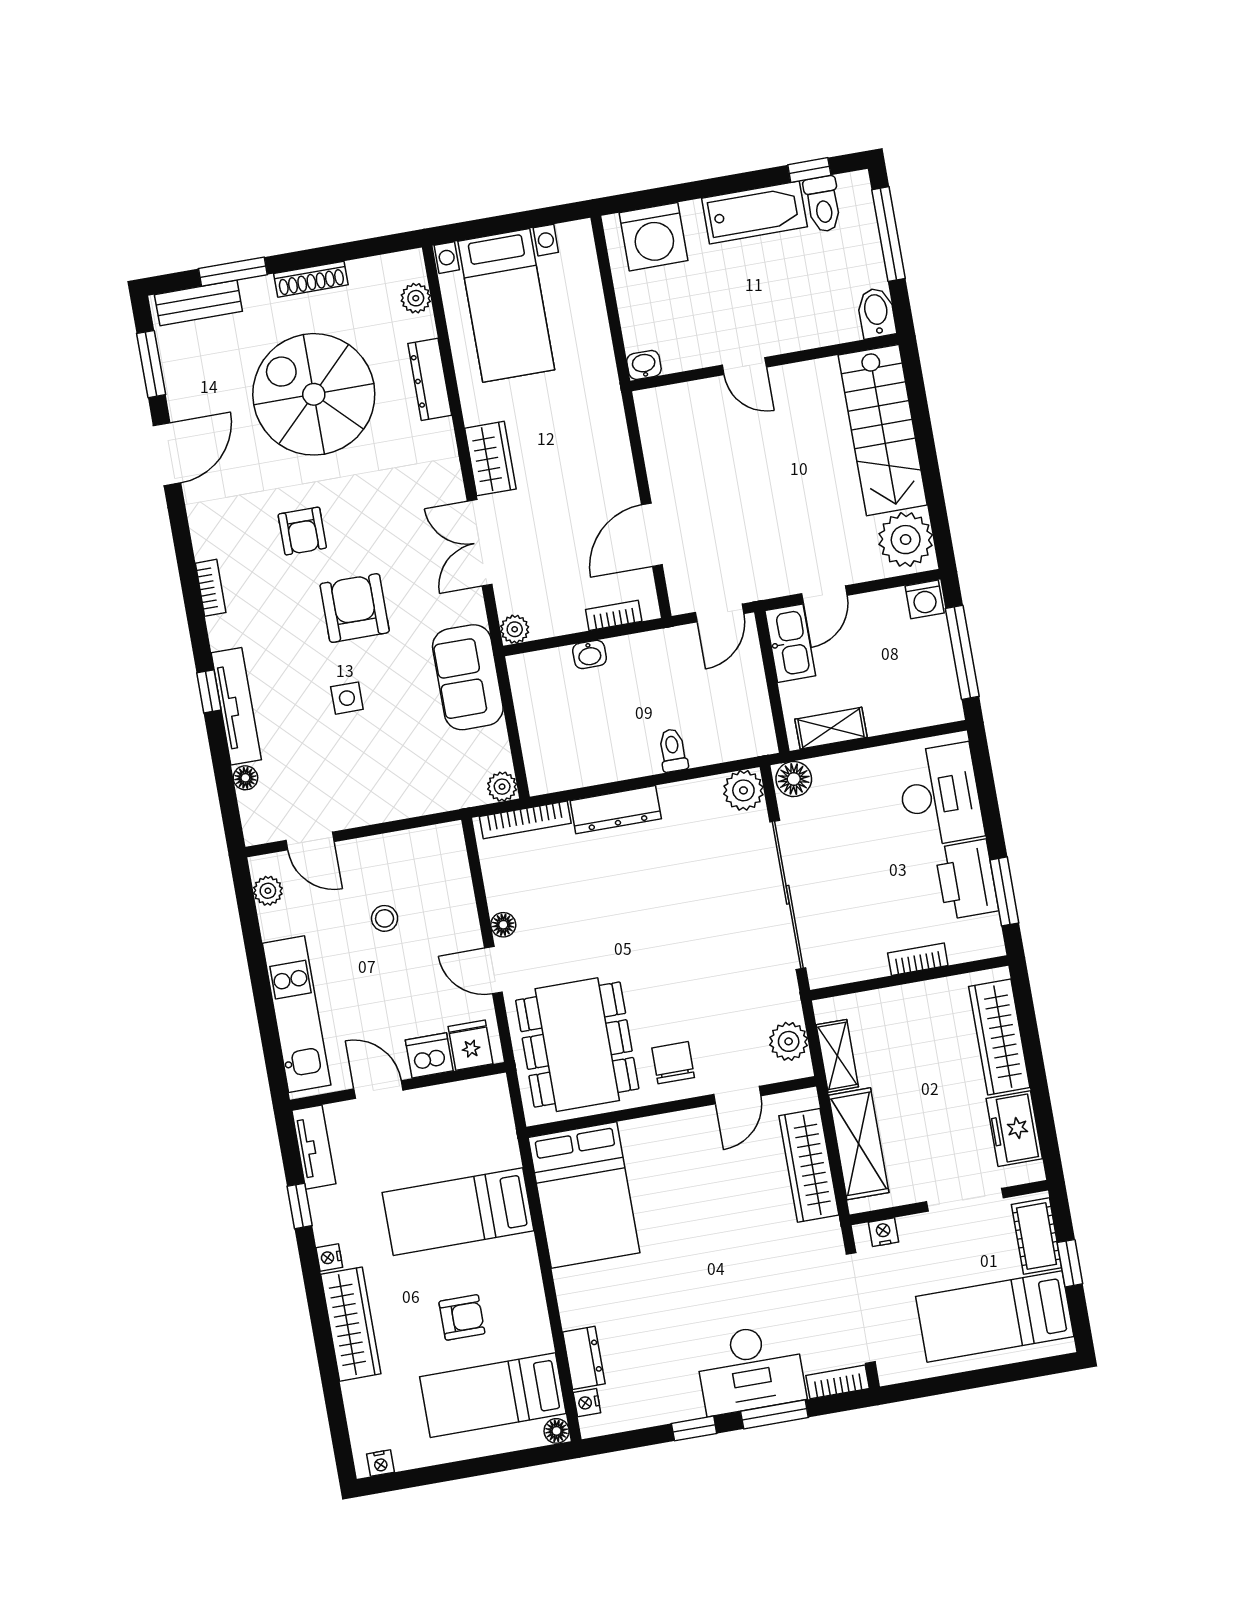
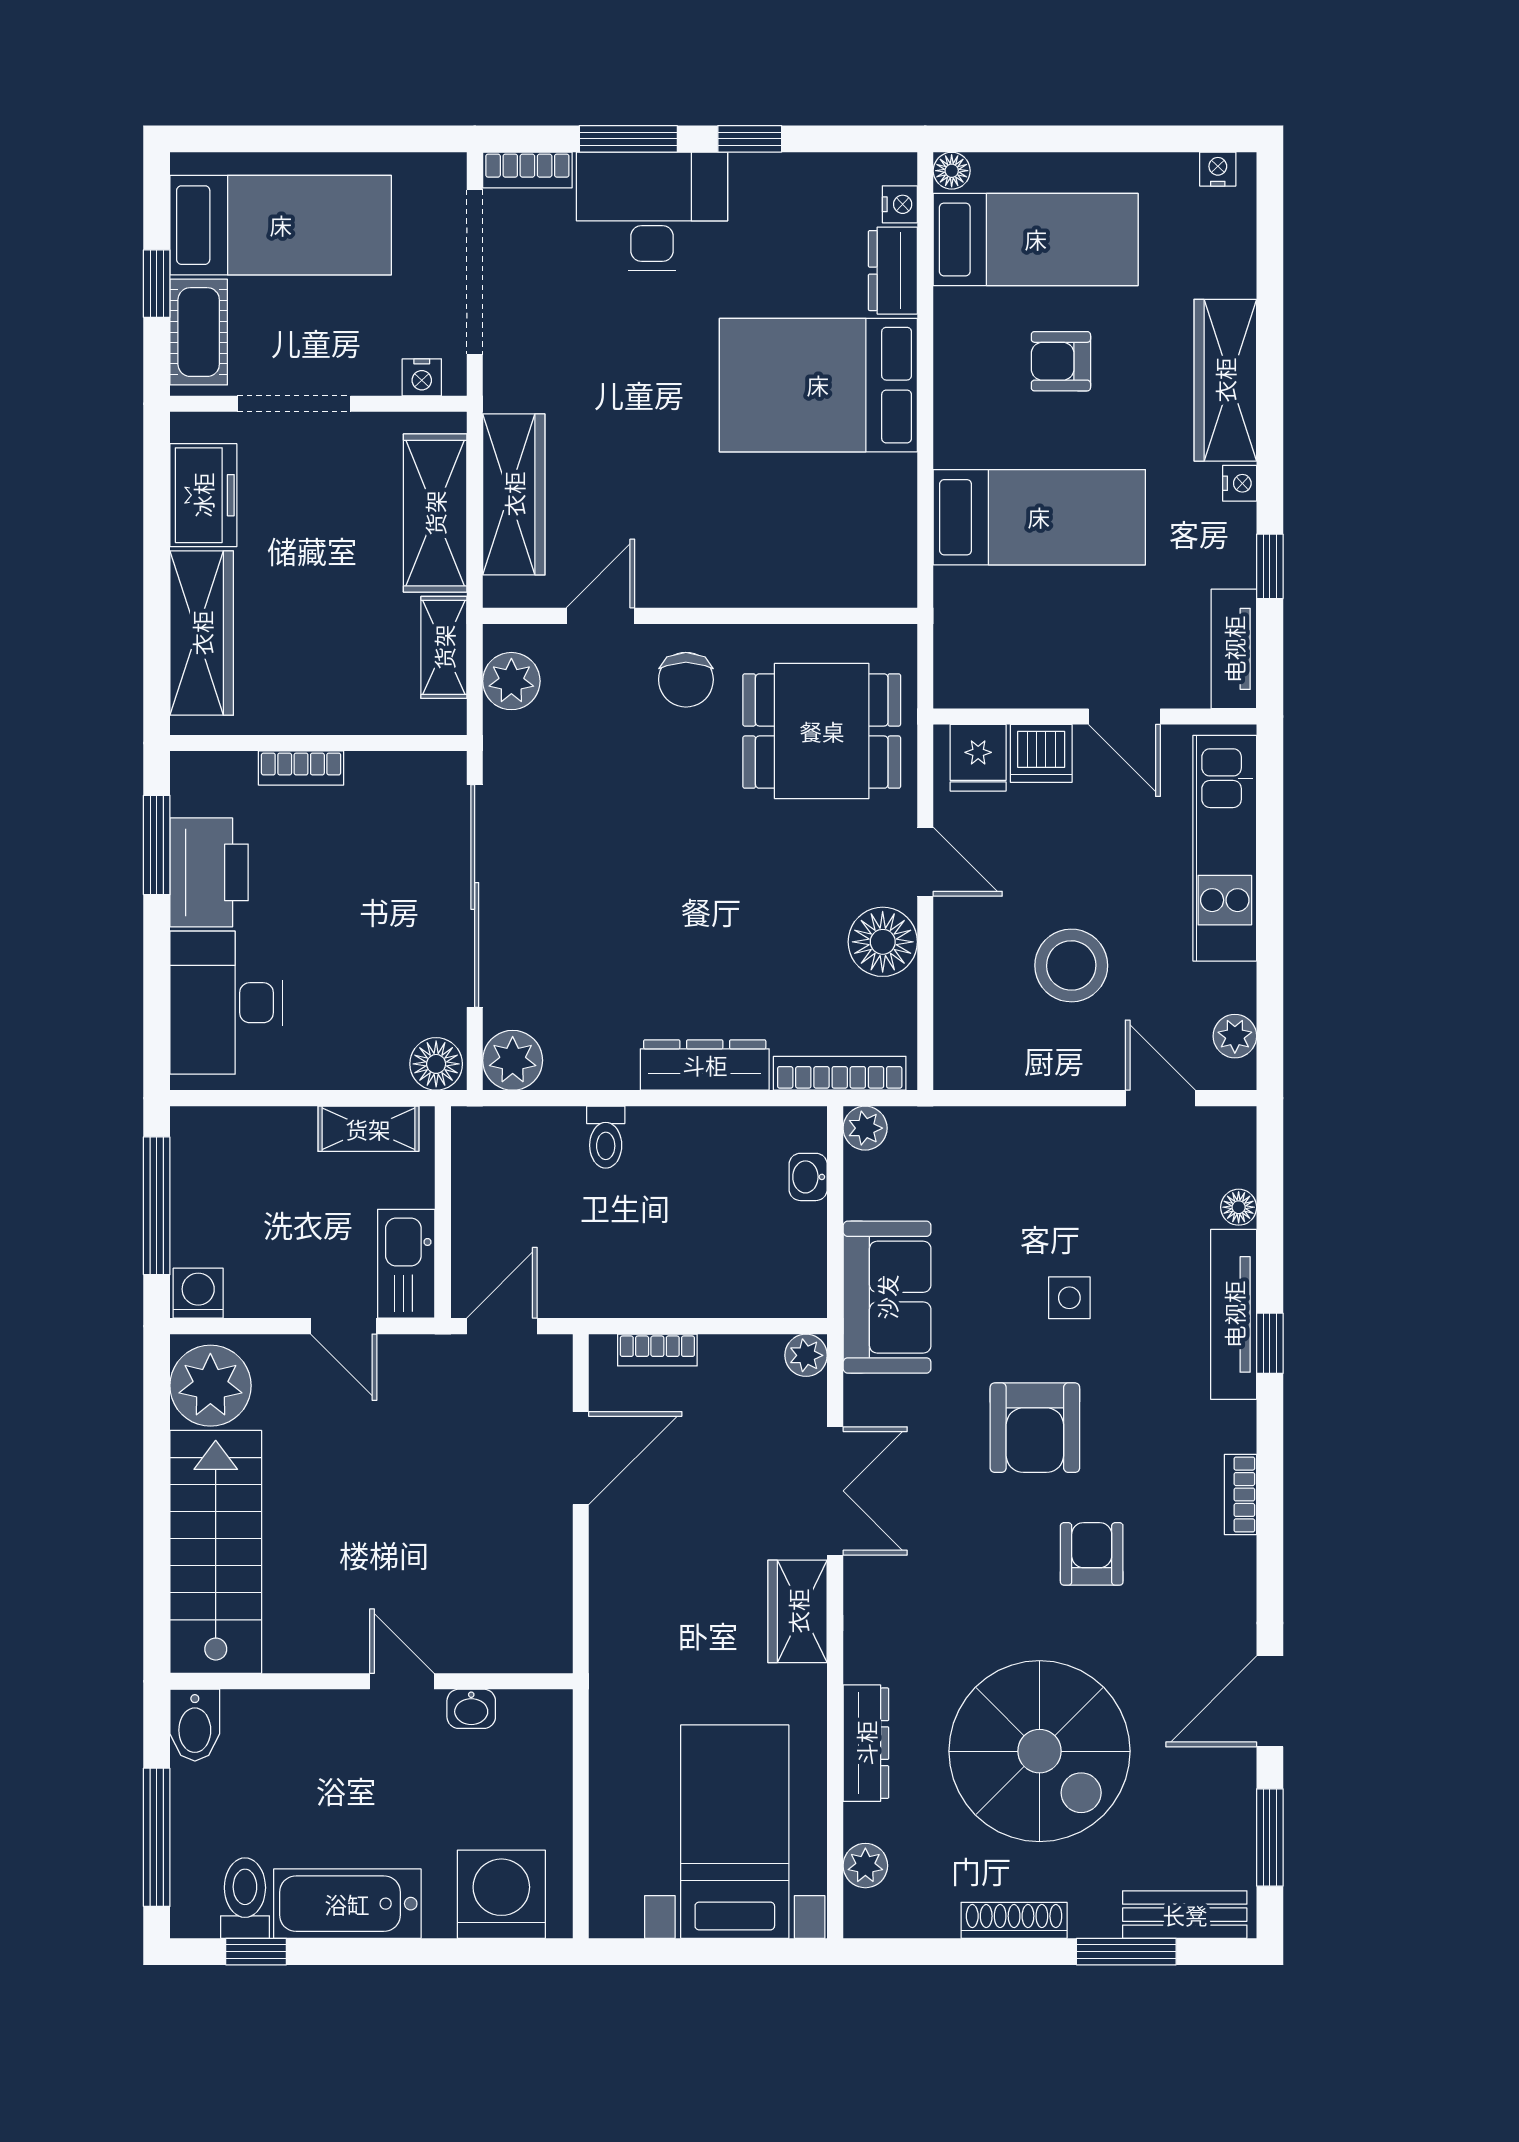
washbasin: (644, 365) -> (471, 1709), moved
door: (824, 595) -> (344, 1326), swing flipped
washbasin: (590, 654) -> (808, 1177), moved, turned -90
stool: (385, 918) -> (1071, 965), width x1.89, depth x1.89
floor lamp: (503, 925) -> (883, 942), width x1.89, depth x1.89
dining table: (577, 1045) -> (822, 731), width x0.73
bed: (584, 1195) -> (818, 385), moved, turned -90

